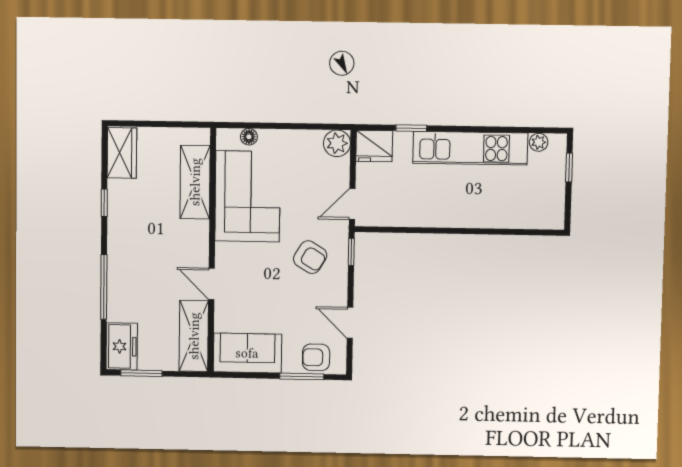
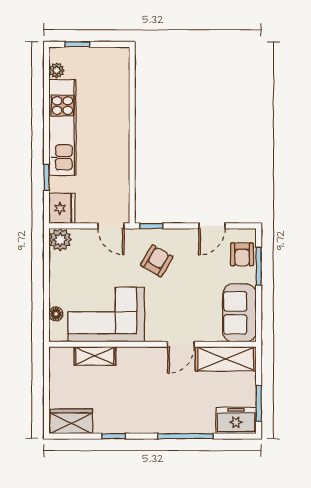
shelving: (195, 182) -> (95, 356), width x0.67, depth x0.75

